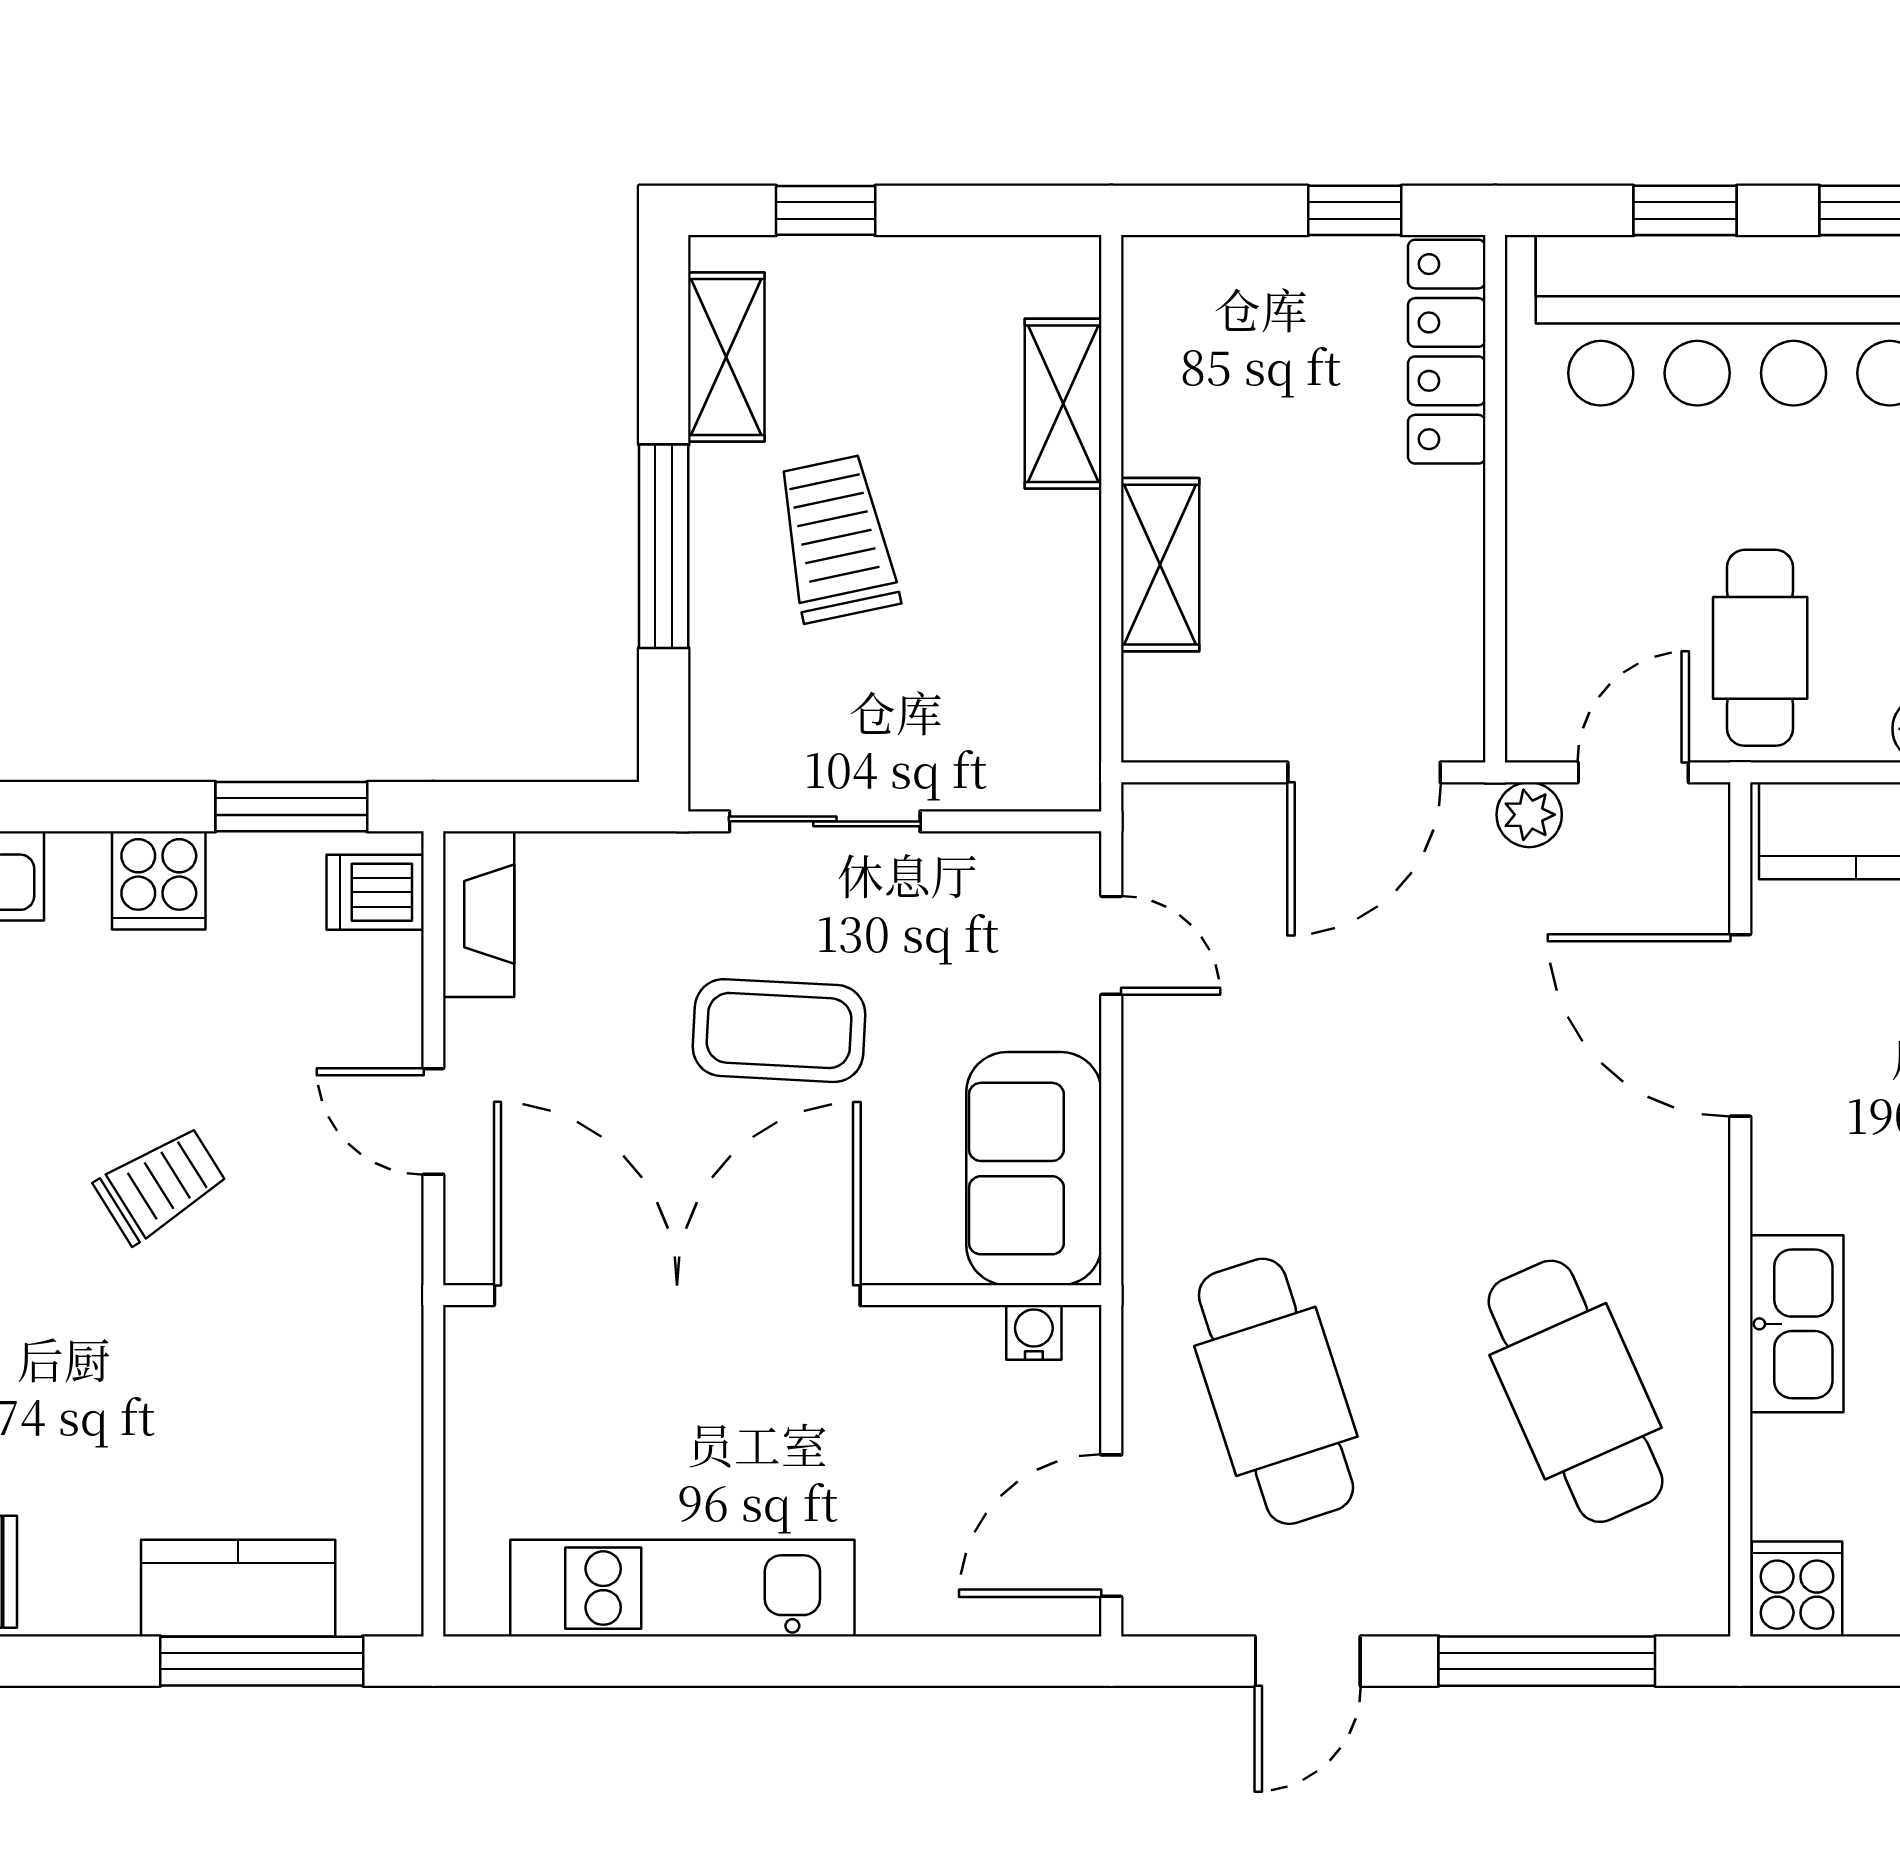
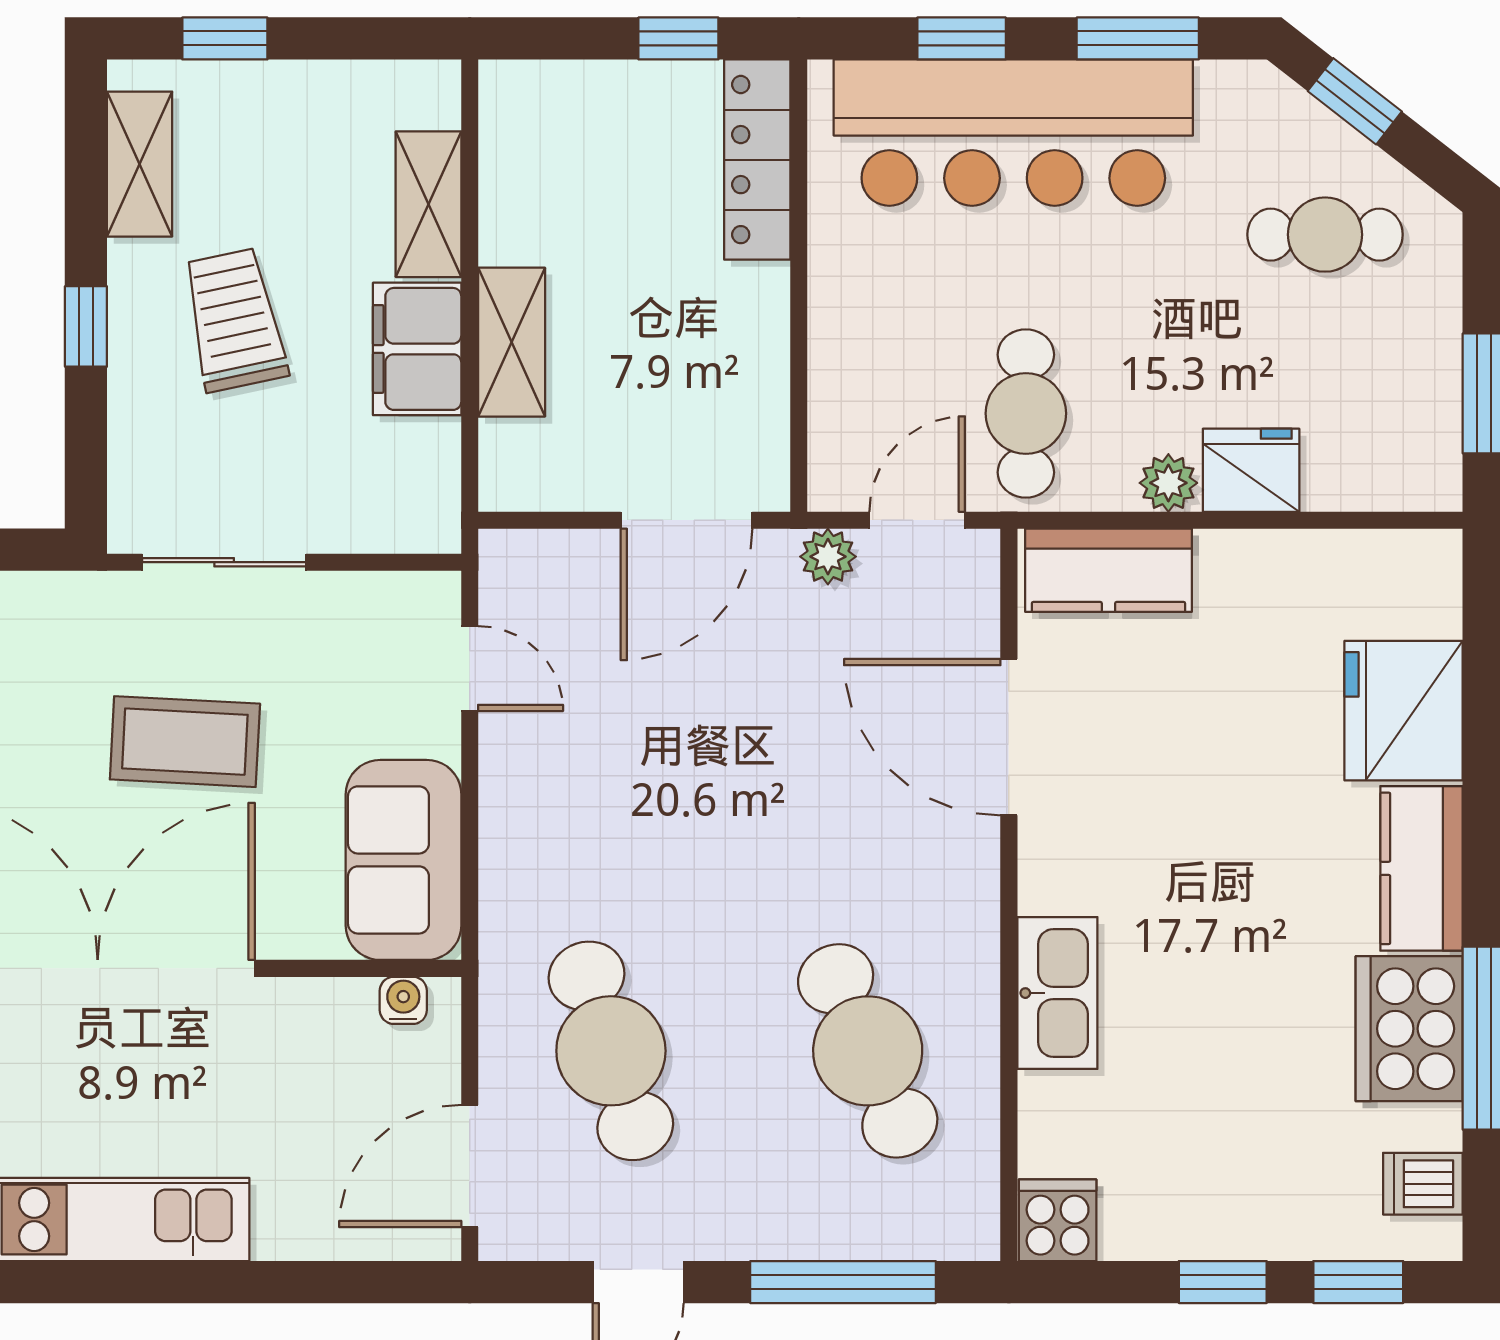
window: (664, 546) -> (86, 326), width x0.46
filing cabinet: (1050, 573) -> (417, 349), added

